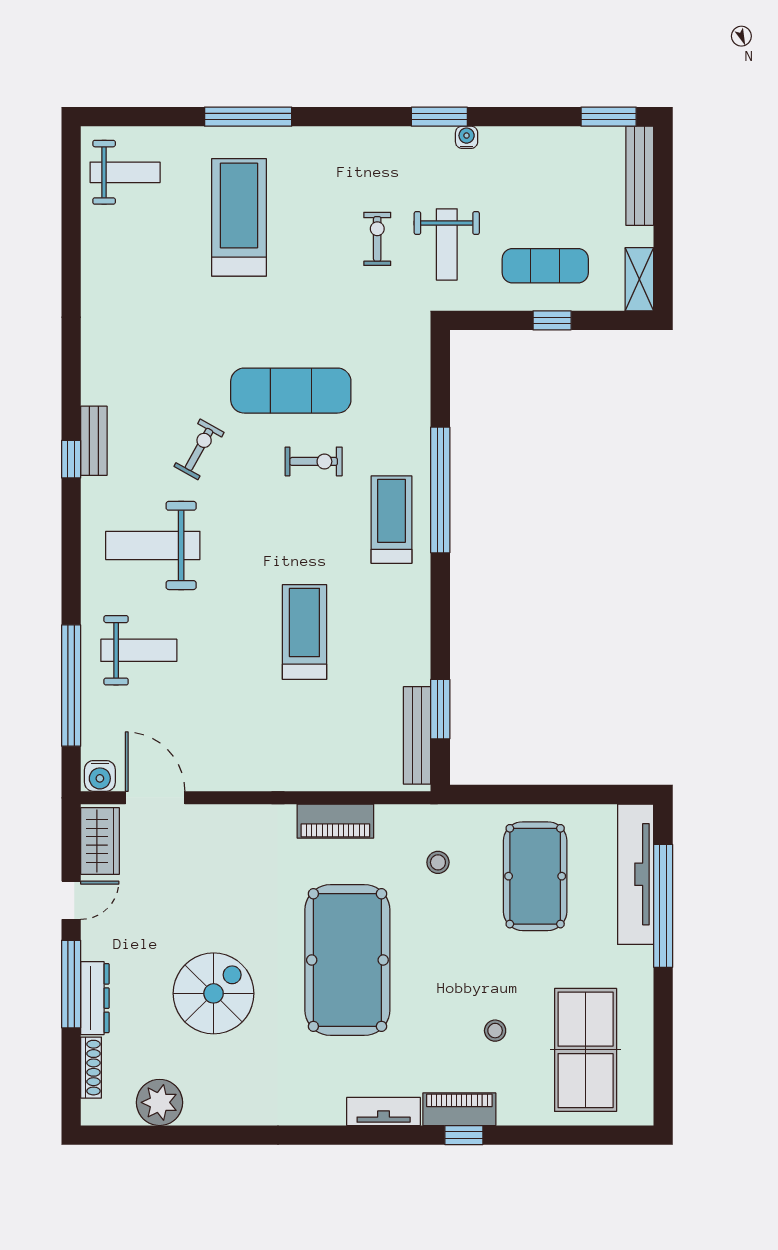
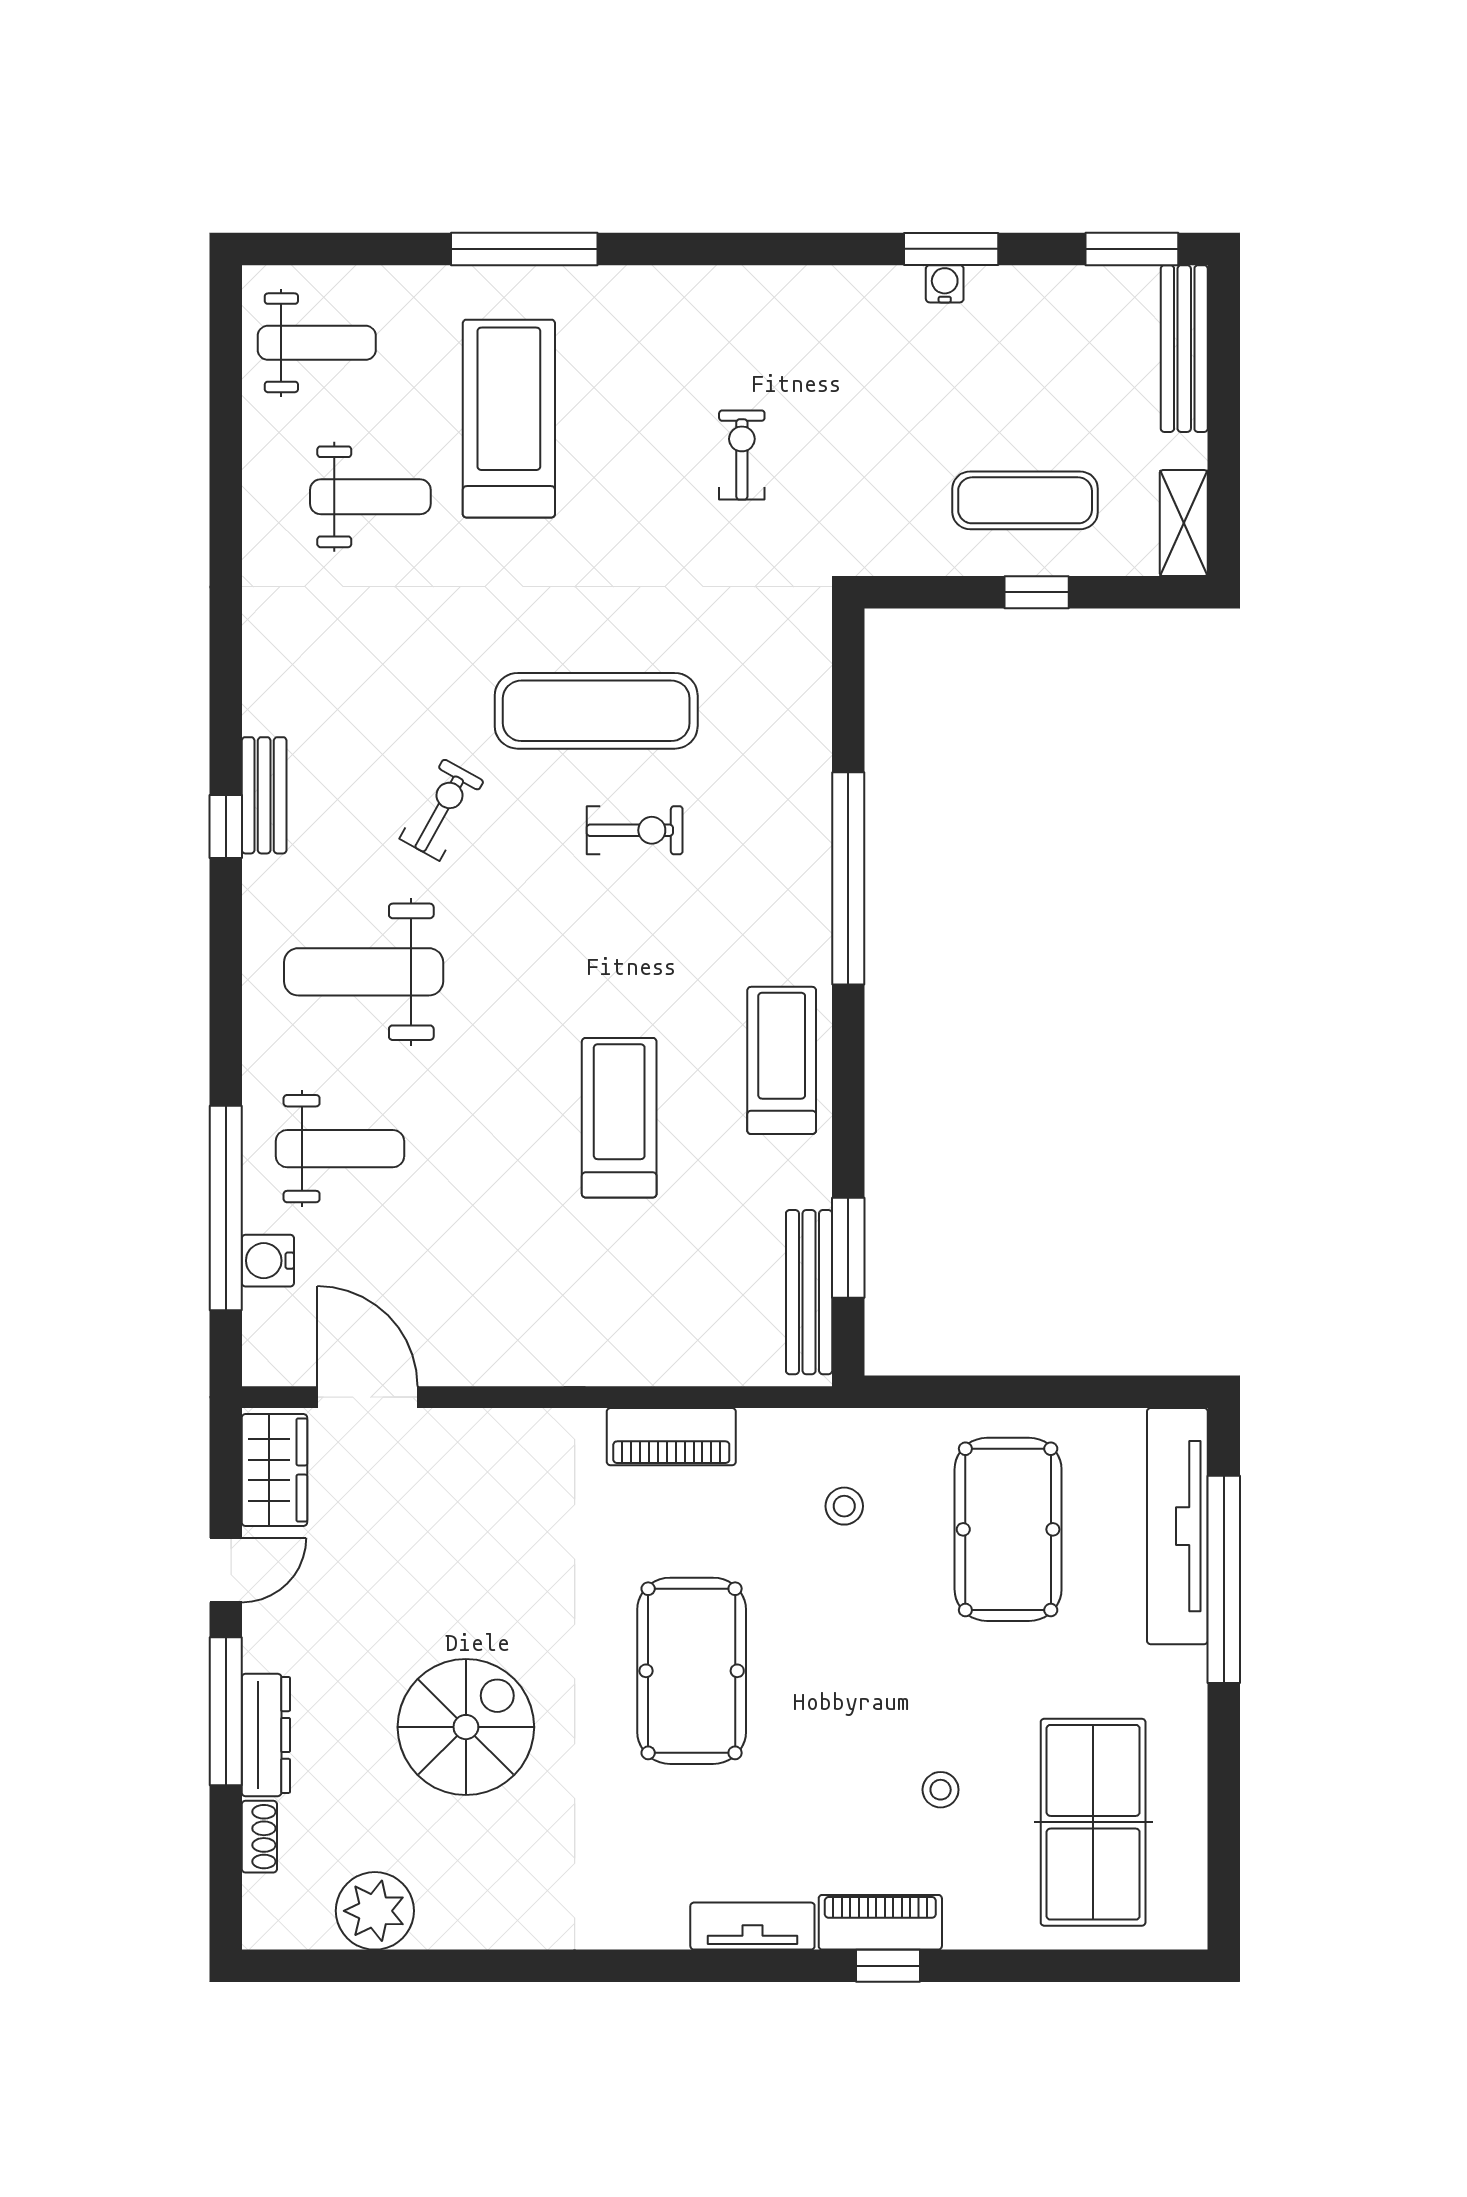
window: (439, 117) -> (951, 249), moved
water cooler: (467, 137) -> (945, 284), moved
weight bench: (447, 244) -> (370, 497), moved, turned -90
treadmill: (391, 520) -> (782, 1060), moved
water cooler: (100, 776) -> (268, 1261), moved, turned 90
pool table: (347, 960) -> (692, 1671), width x0.73, depth x0.76
shoe rack: (91, 1068) -> (259, 1837), width x0.70

